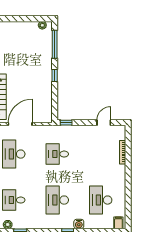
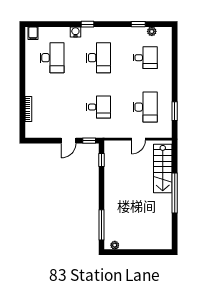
window: (55, 75) -> (101, 160), moved
door: (104, 123) -> (68, 141), moved
door: (20, 124) -> (138, 139), width x0.53

